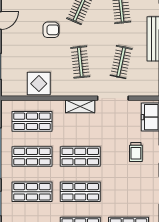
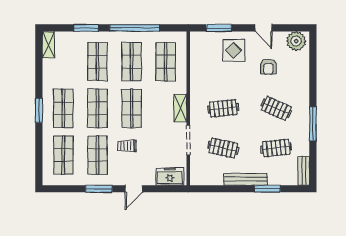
armchair: (51, 30) -> (268, 67), moved
display table: (39, 84) -> (234, 50), moved
trolley: (136, 152) -> (127, 146), moved
shop shelf: (128, 192) -> (97, 155), added

